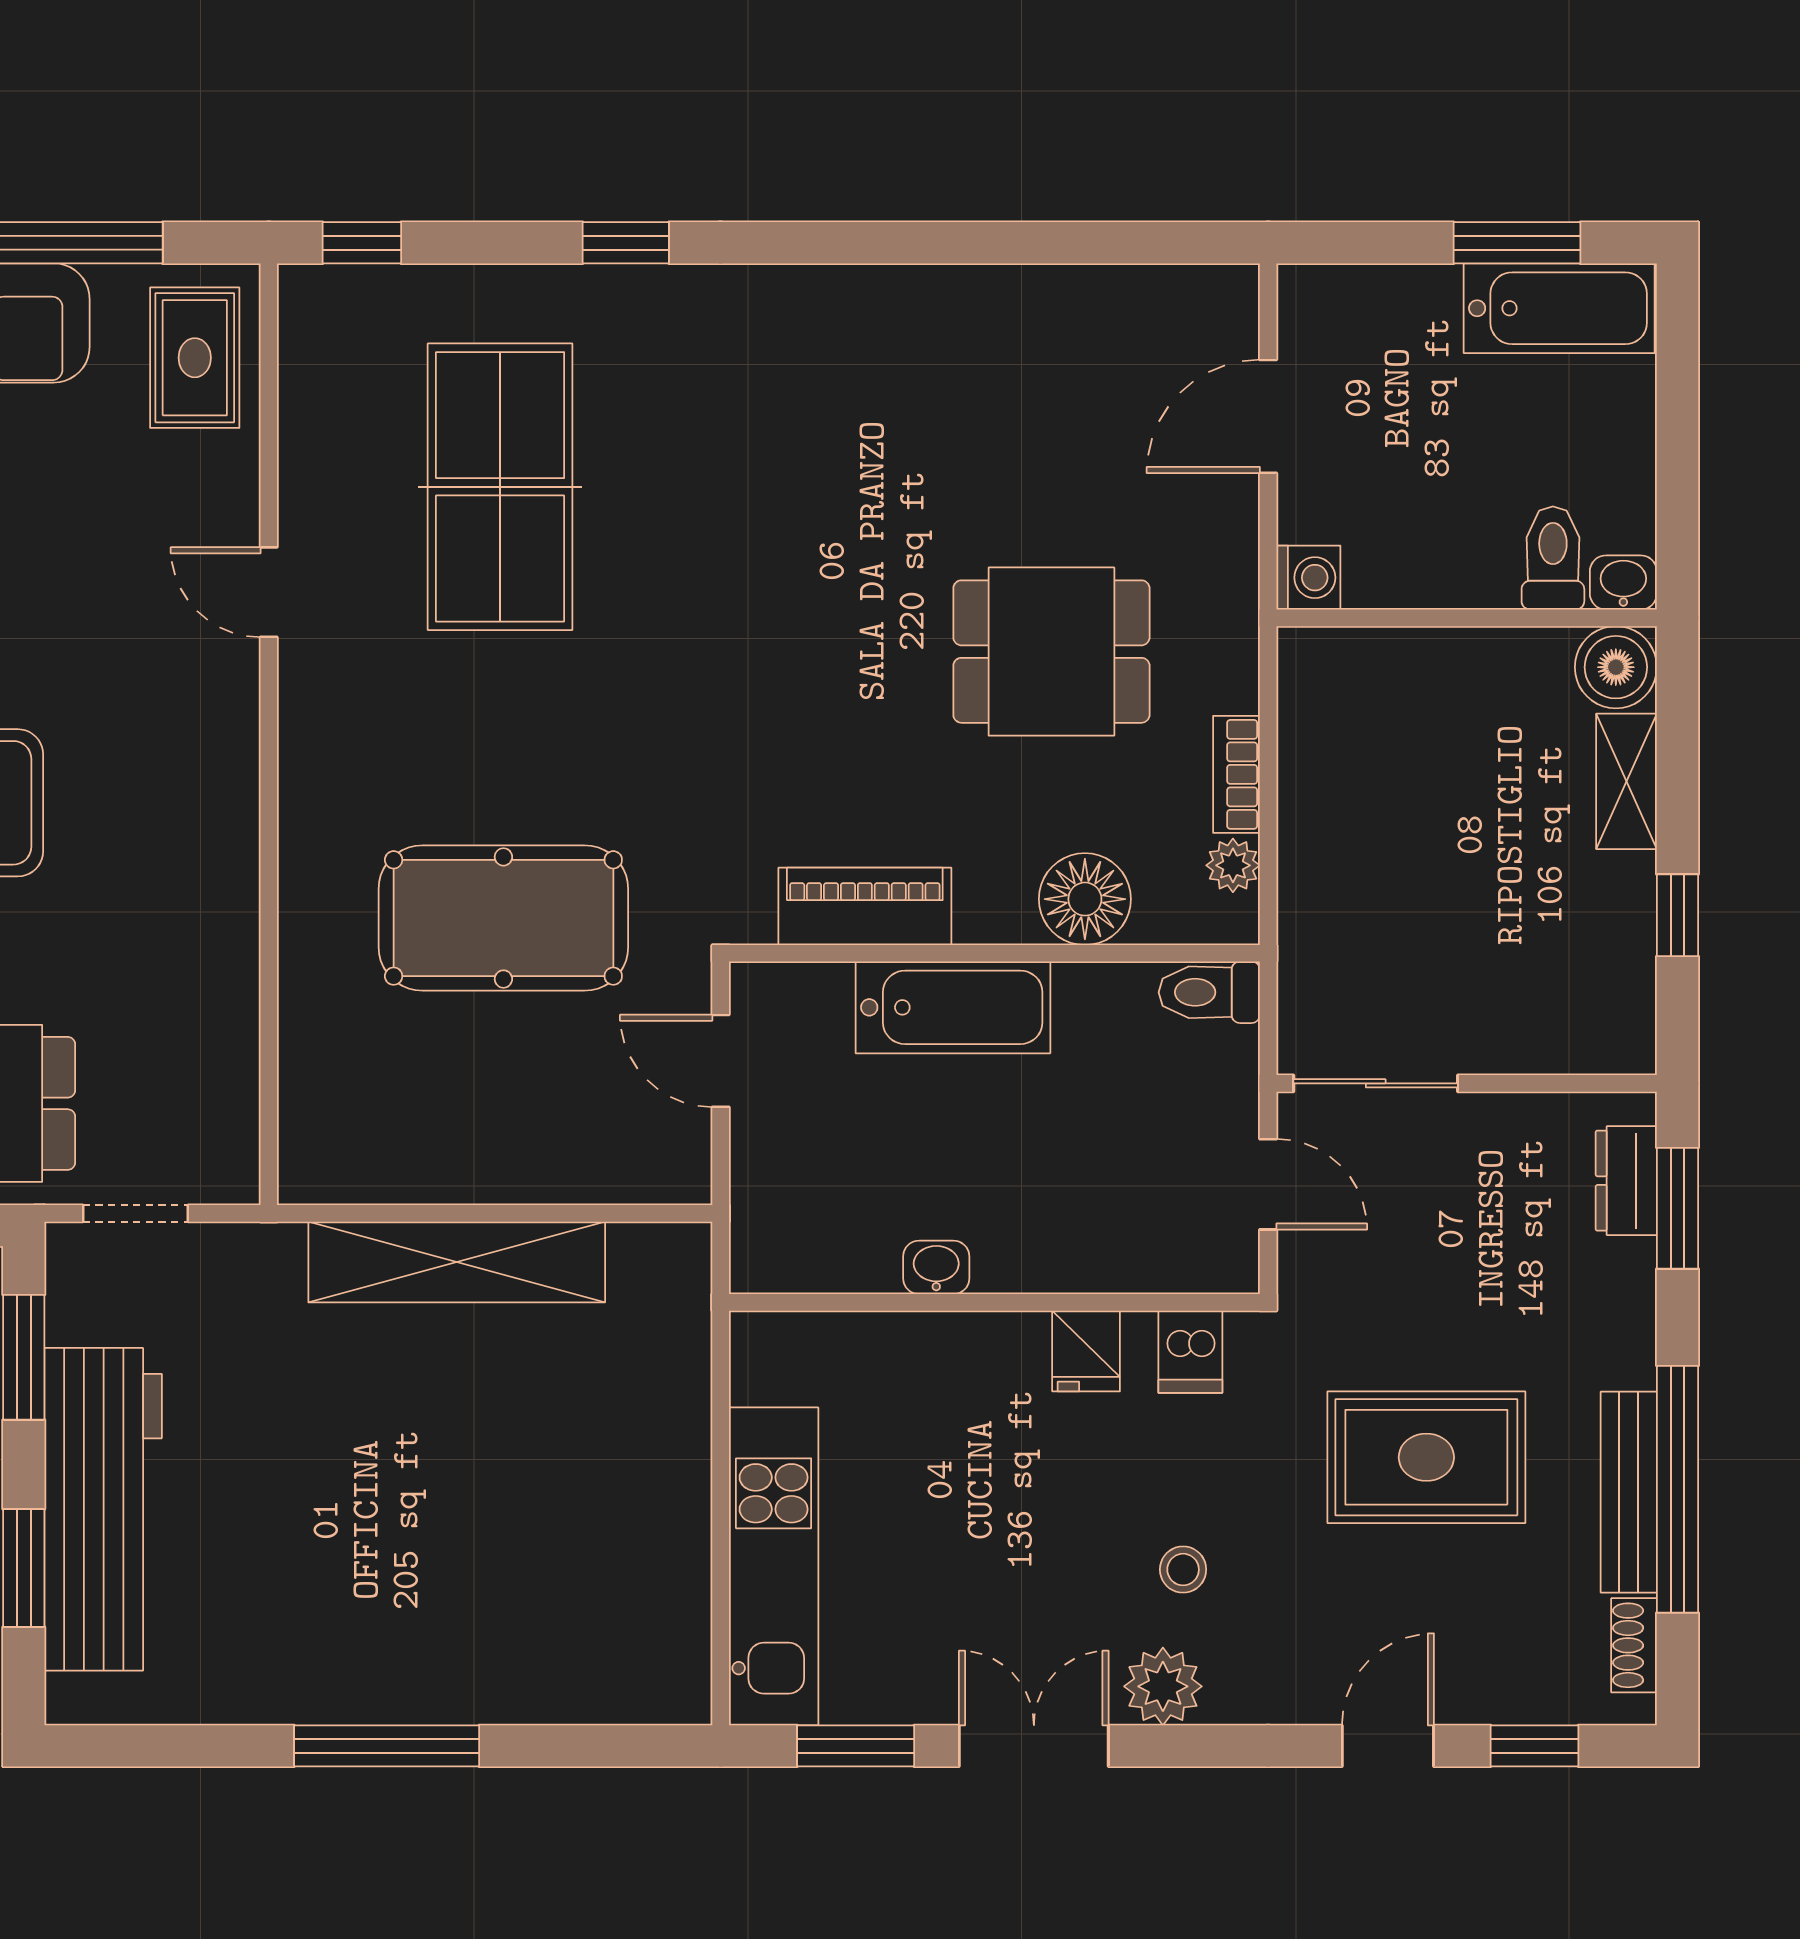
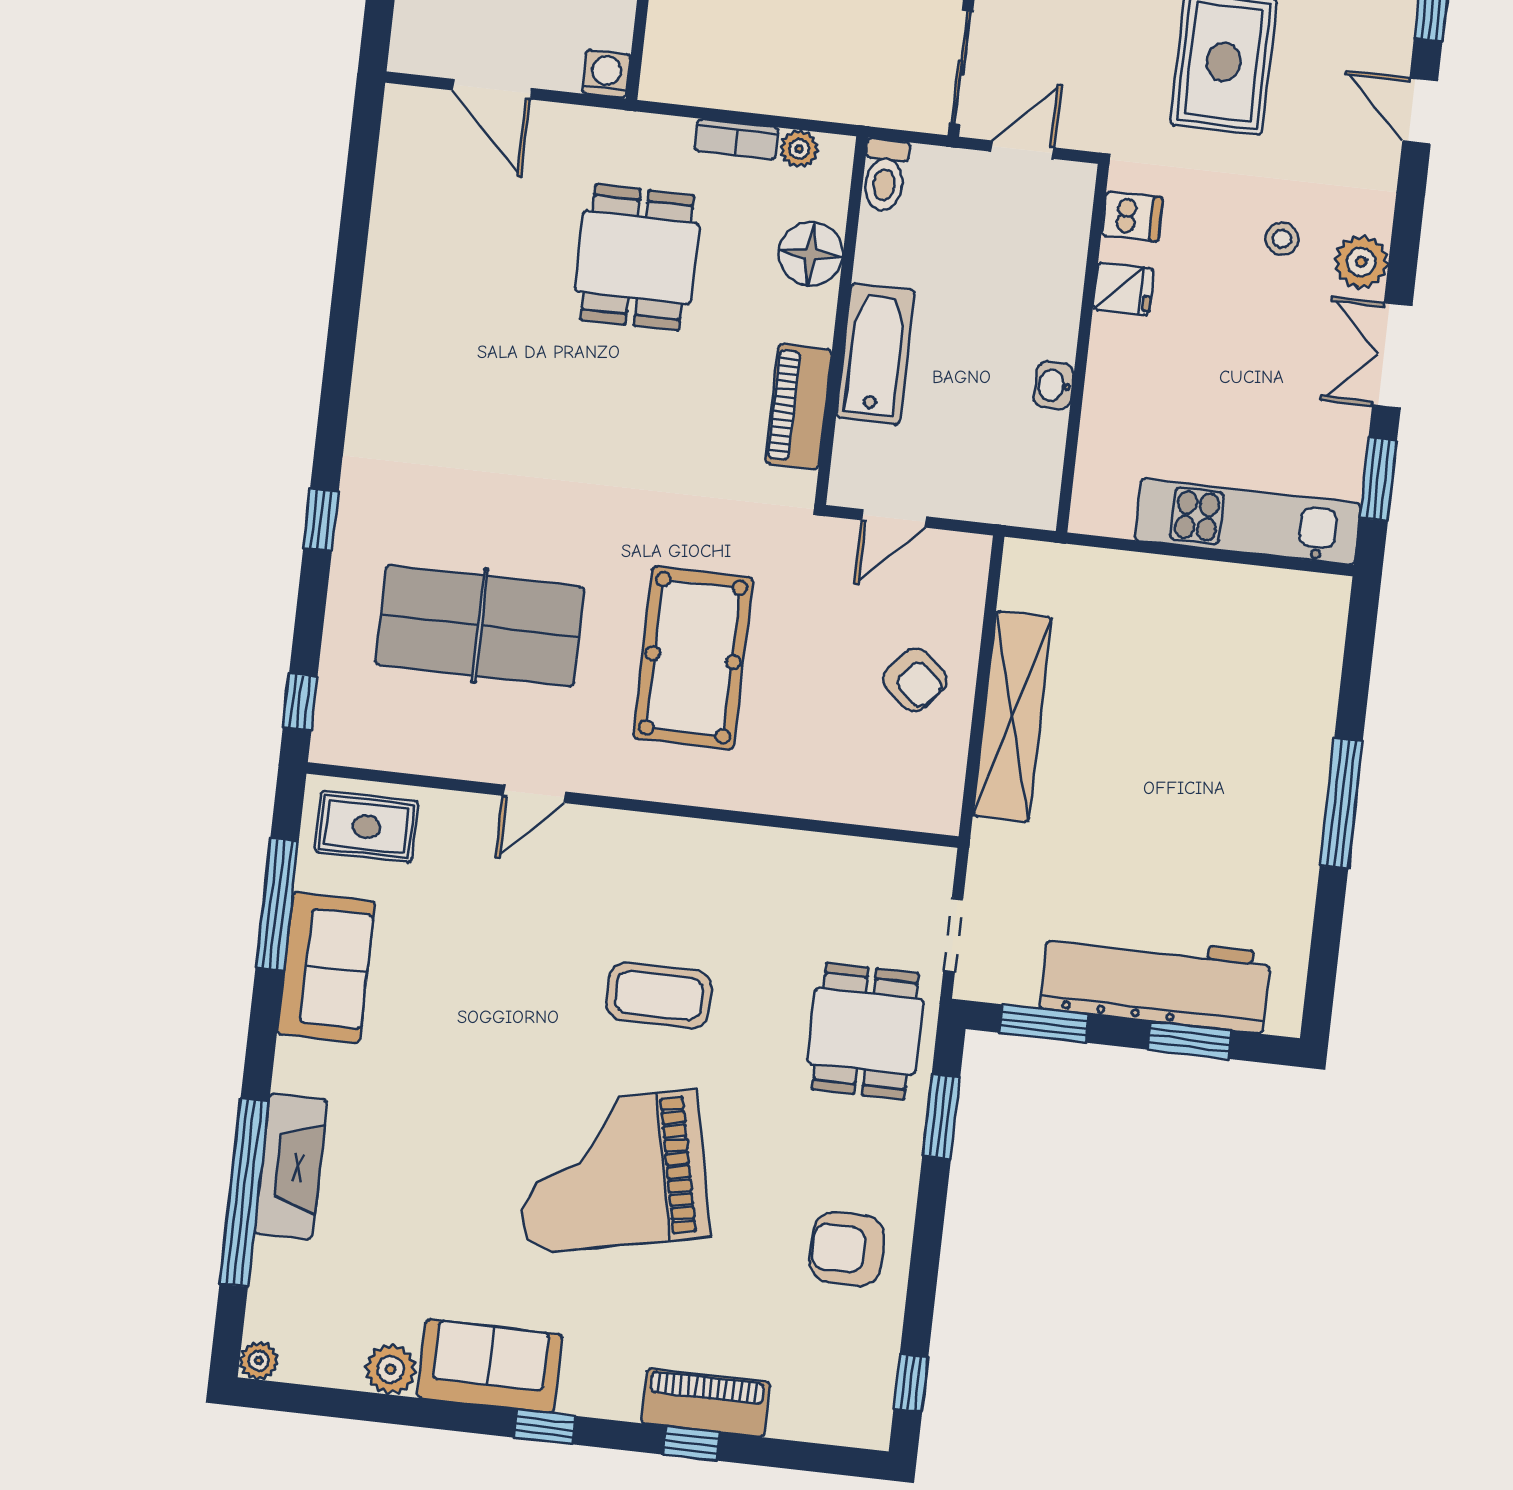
pool table: (503, 918) -> (693, 658), moved
armchair: (494, 1117) -> (915, 680), added

